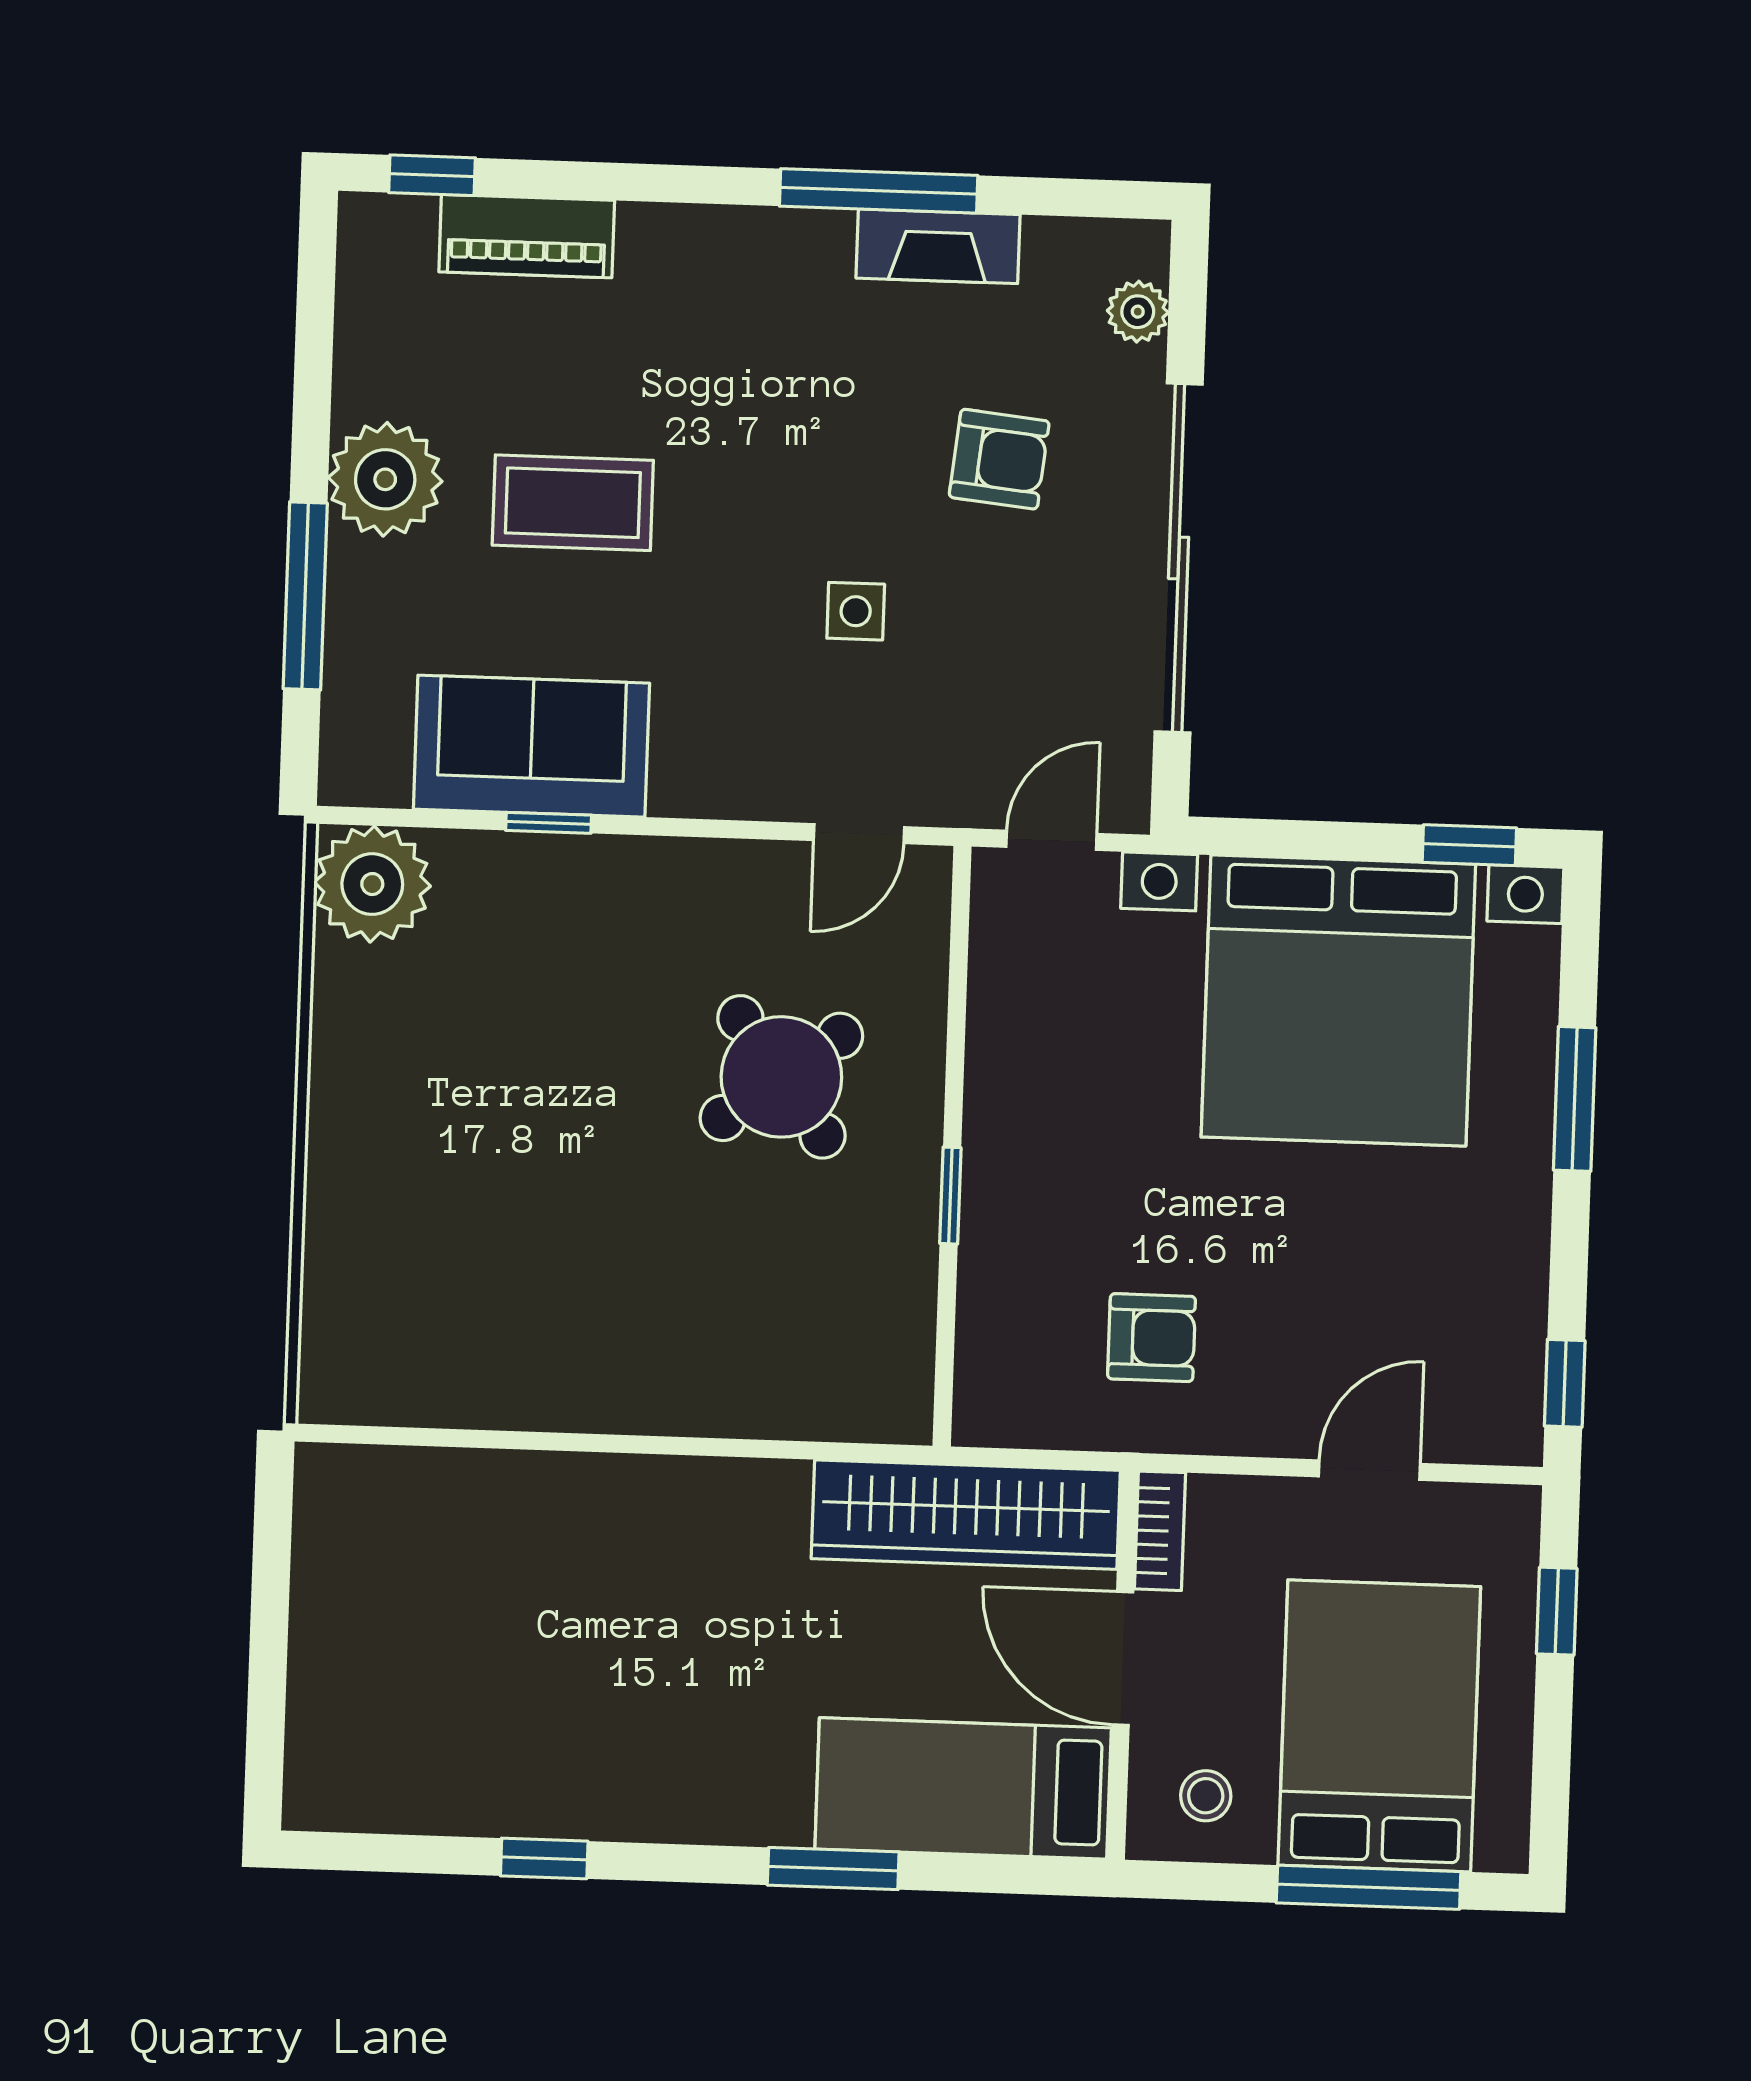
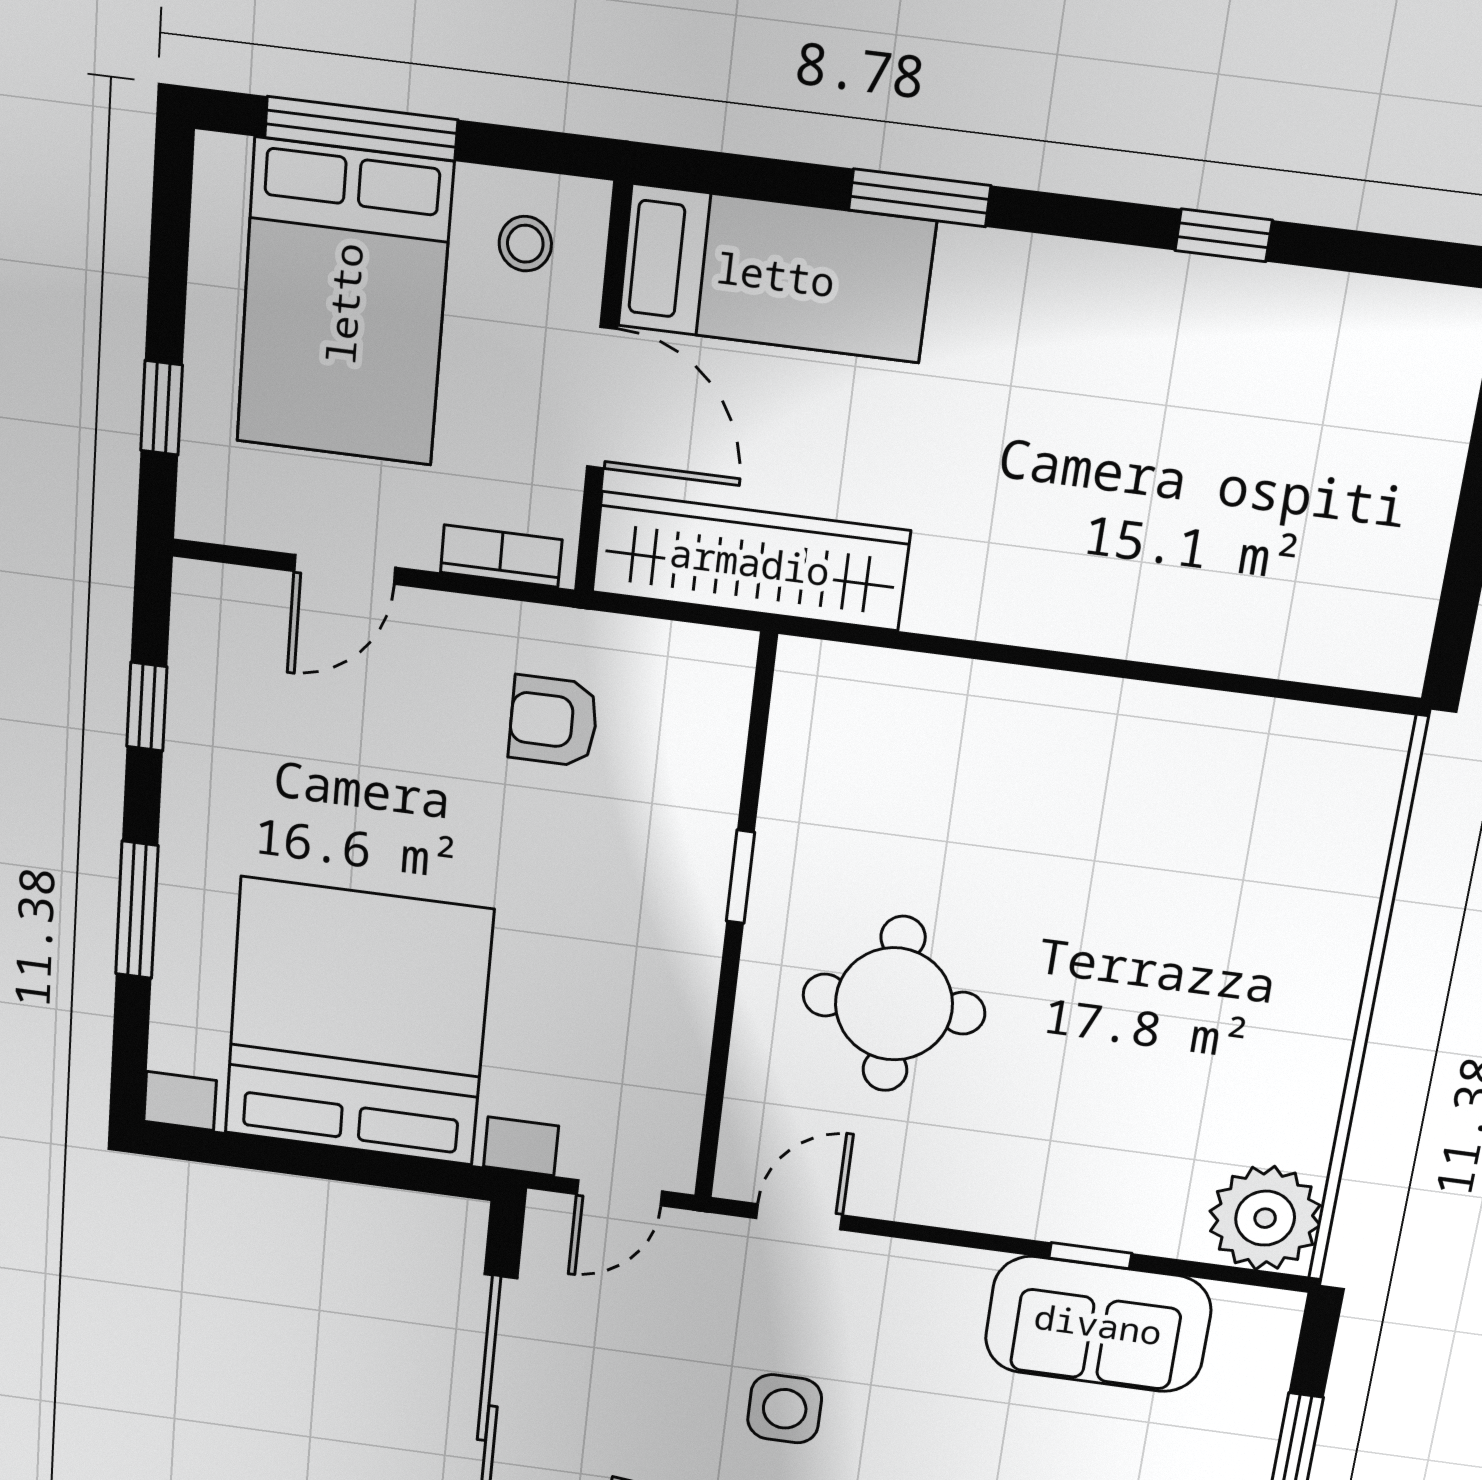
side table: (856, 611) -> (785, 1409), width x1.37, depth x1.37
window: (1469, 845) -> (231, 1150), removed
round table: (781, 1077) -> (894, 1004), turned 37
window: (1565, 1383) -> (147, 707), moved
bookcase: (1160, 1531) -> (501, 556), moved, turned 90

